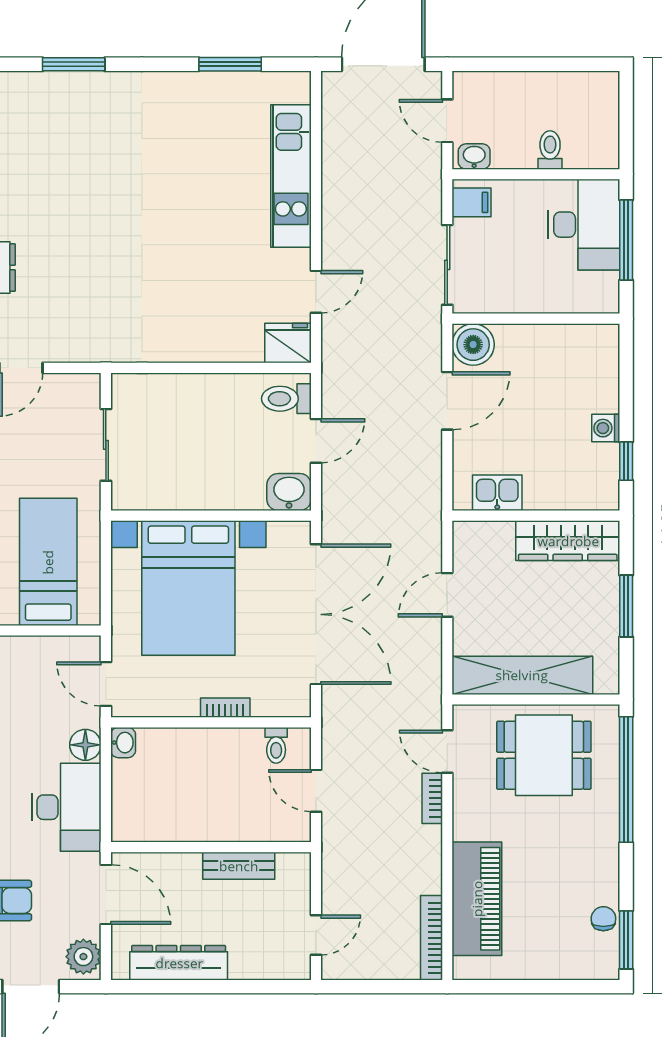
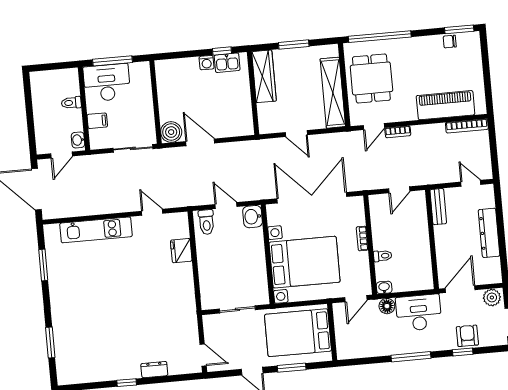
filing cabinet: (471, 202) -> (97, 121), moved, turned 90
fridge: (288, 343) -> (181, 251), moved
kitchen sink: (497, 493) -> (227, 63), moved, turned -90
bed: (48, 562) -> (298, 333), width x1.50
toilet: (276, 745) -> (383, 256), moved
bench: (239, 866) -> (438, 207), moved
dresser: (179, 963) -> (489, 233), moved

